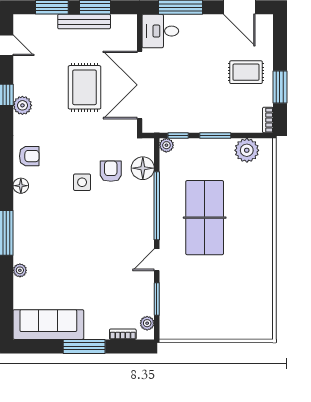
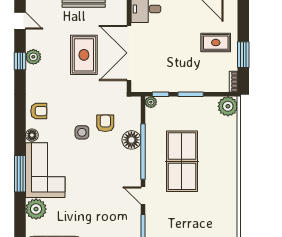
plant: (22, 105) -> (33, 57), moved
plant: (247, 150) -> (228, 106), moved
floor lamp: (143, 168) -> (131, 140), moved
corner sofa: (37, 228) -> (45, 170), added
door: (157, 260) -> (143, 196), hinge flipped
plant: (20, 270) -> (36, 209), width x1.88, depth x1.88

